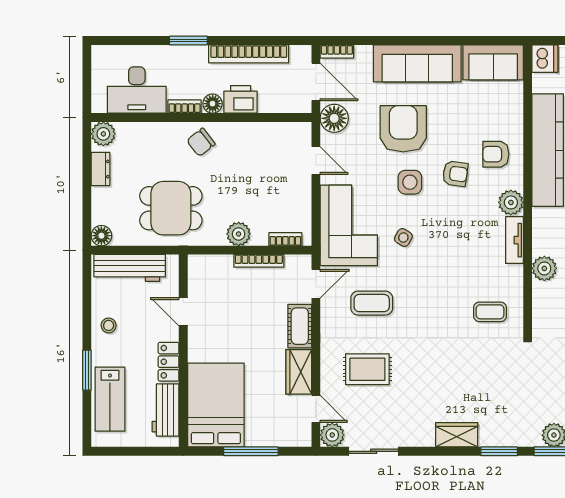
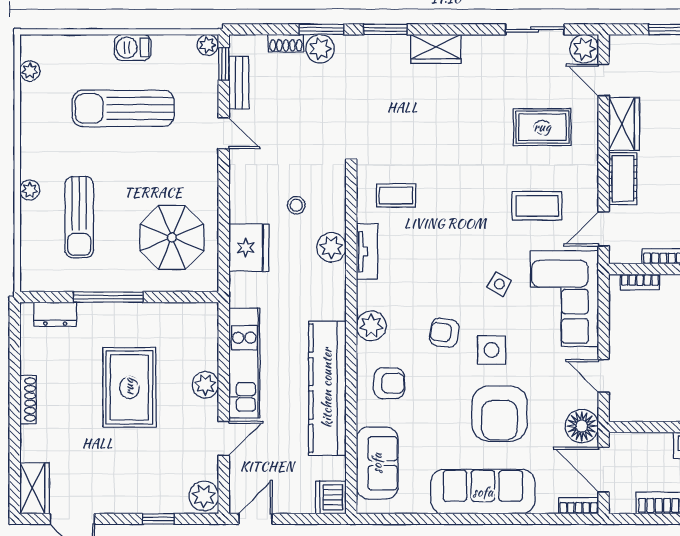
sofa: (493, 62) -> (377, 463), moved, turned 90
armchair: (455, 174) -> (444, 333), moved
tv unit: (515, 240) -> (367, 252), moved

